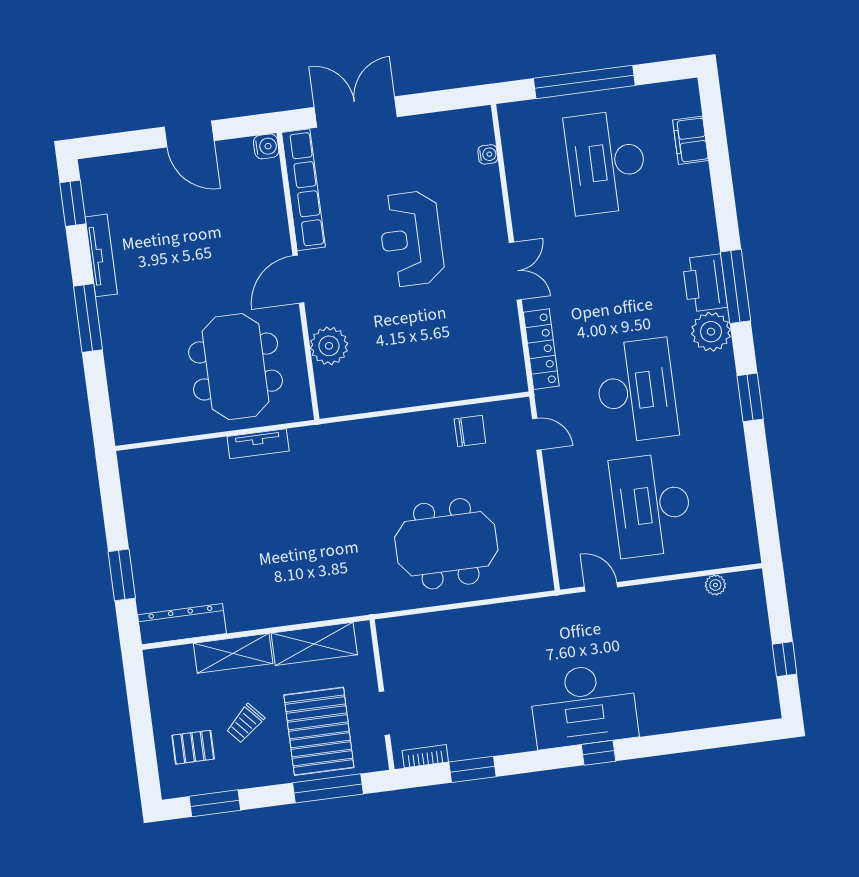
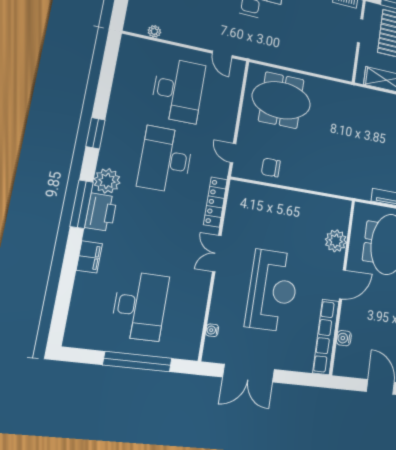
double door: (356, 112) -> (249, 373), moved
filing cabinet: (691, 140) -> (89, 257), moved
water cooler: (266, 146) -> (344, 338), moved
reception desk: (411, 239) -> (273, 290), width x1.36, depth x1.30
meeting table: (446, 544) -> (281, 100), moved

